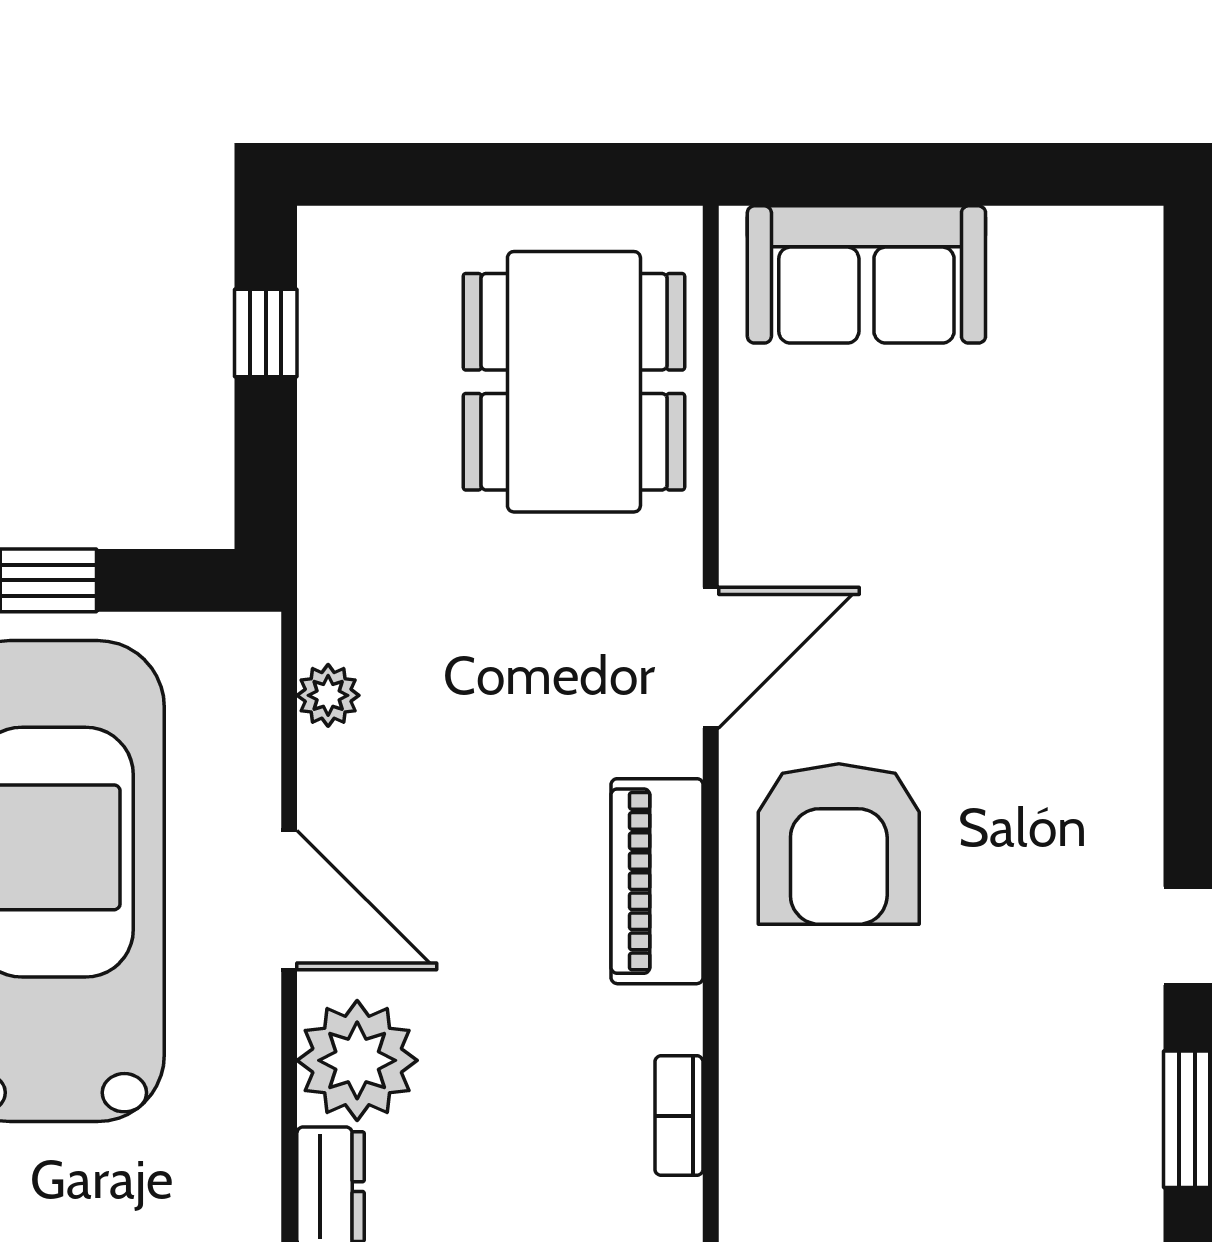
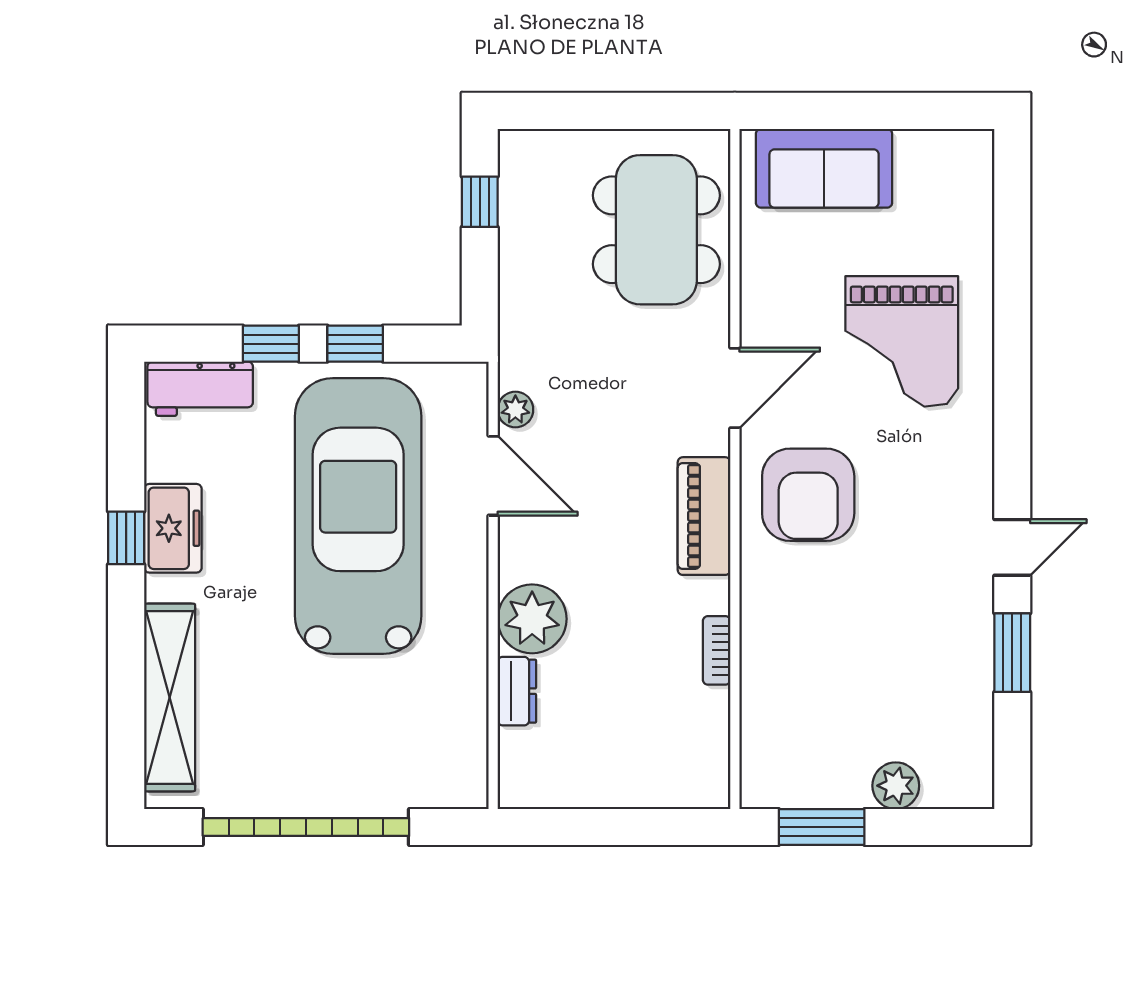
grand piano: (1002, 576) -> (902, 341), added
door: (289, 900) -> (493, 476), moved

